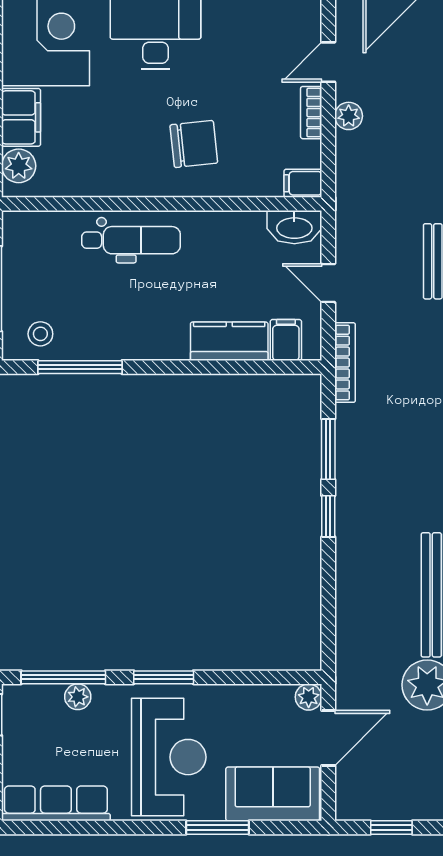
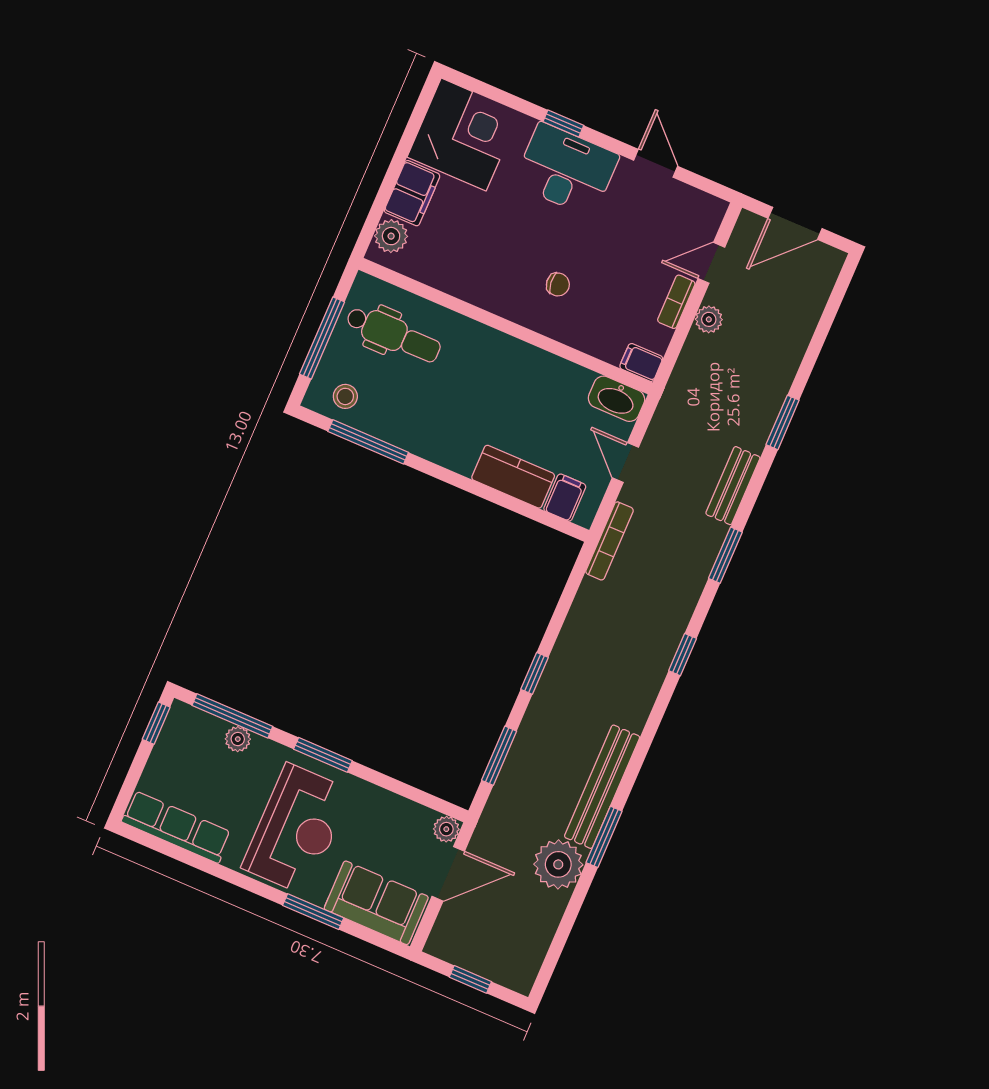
chair: (194, 144) -> (558, 284), width x0.54, depth x0.54
dental chair: (131, 240) -> (393, 334), moved
window: (328, 449) -> (499, 756), moved

